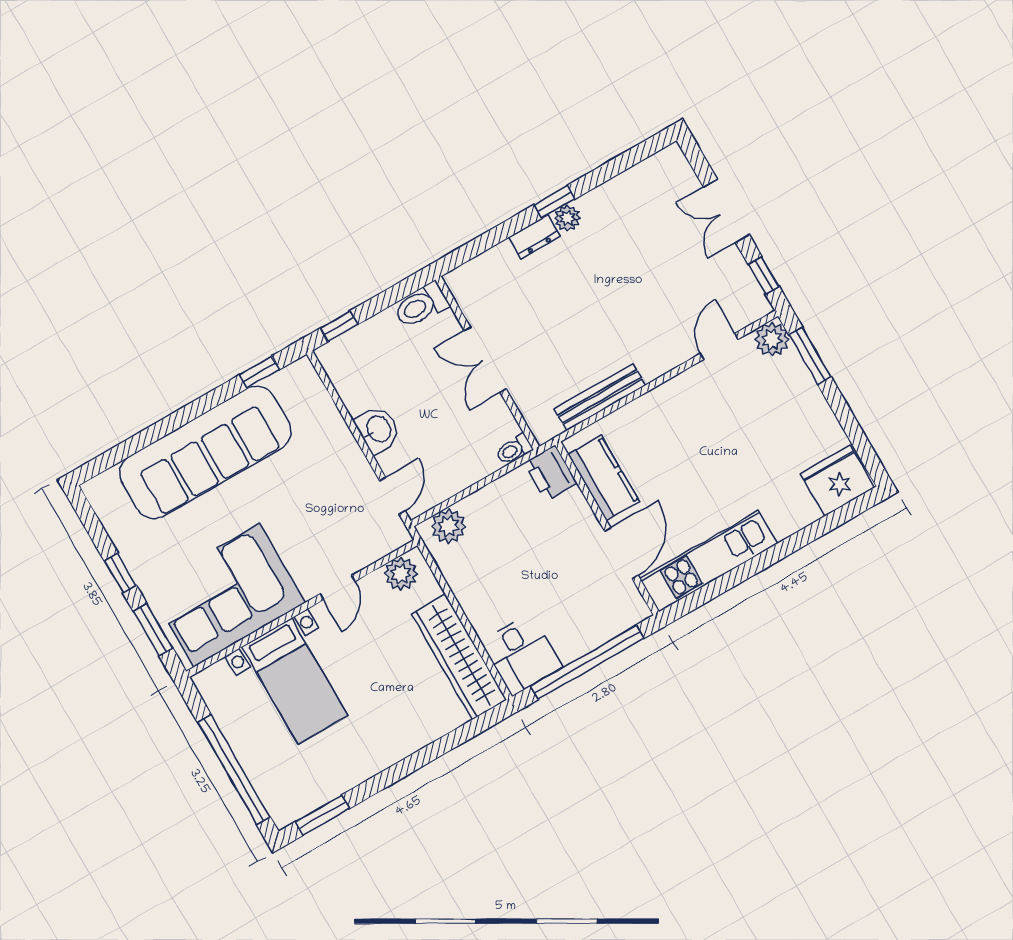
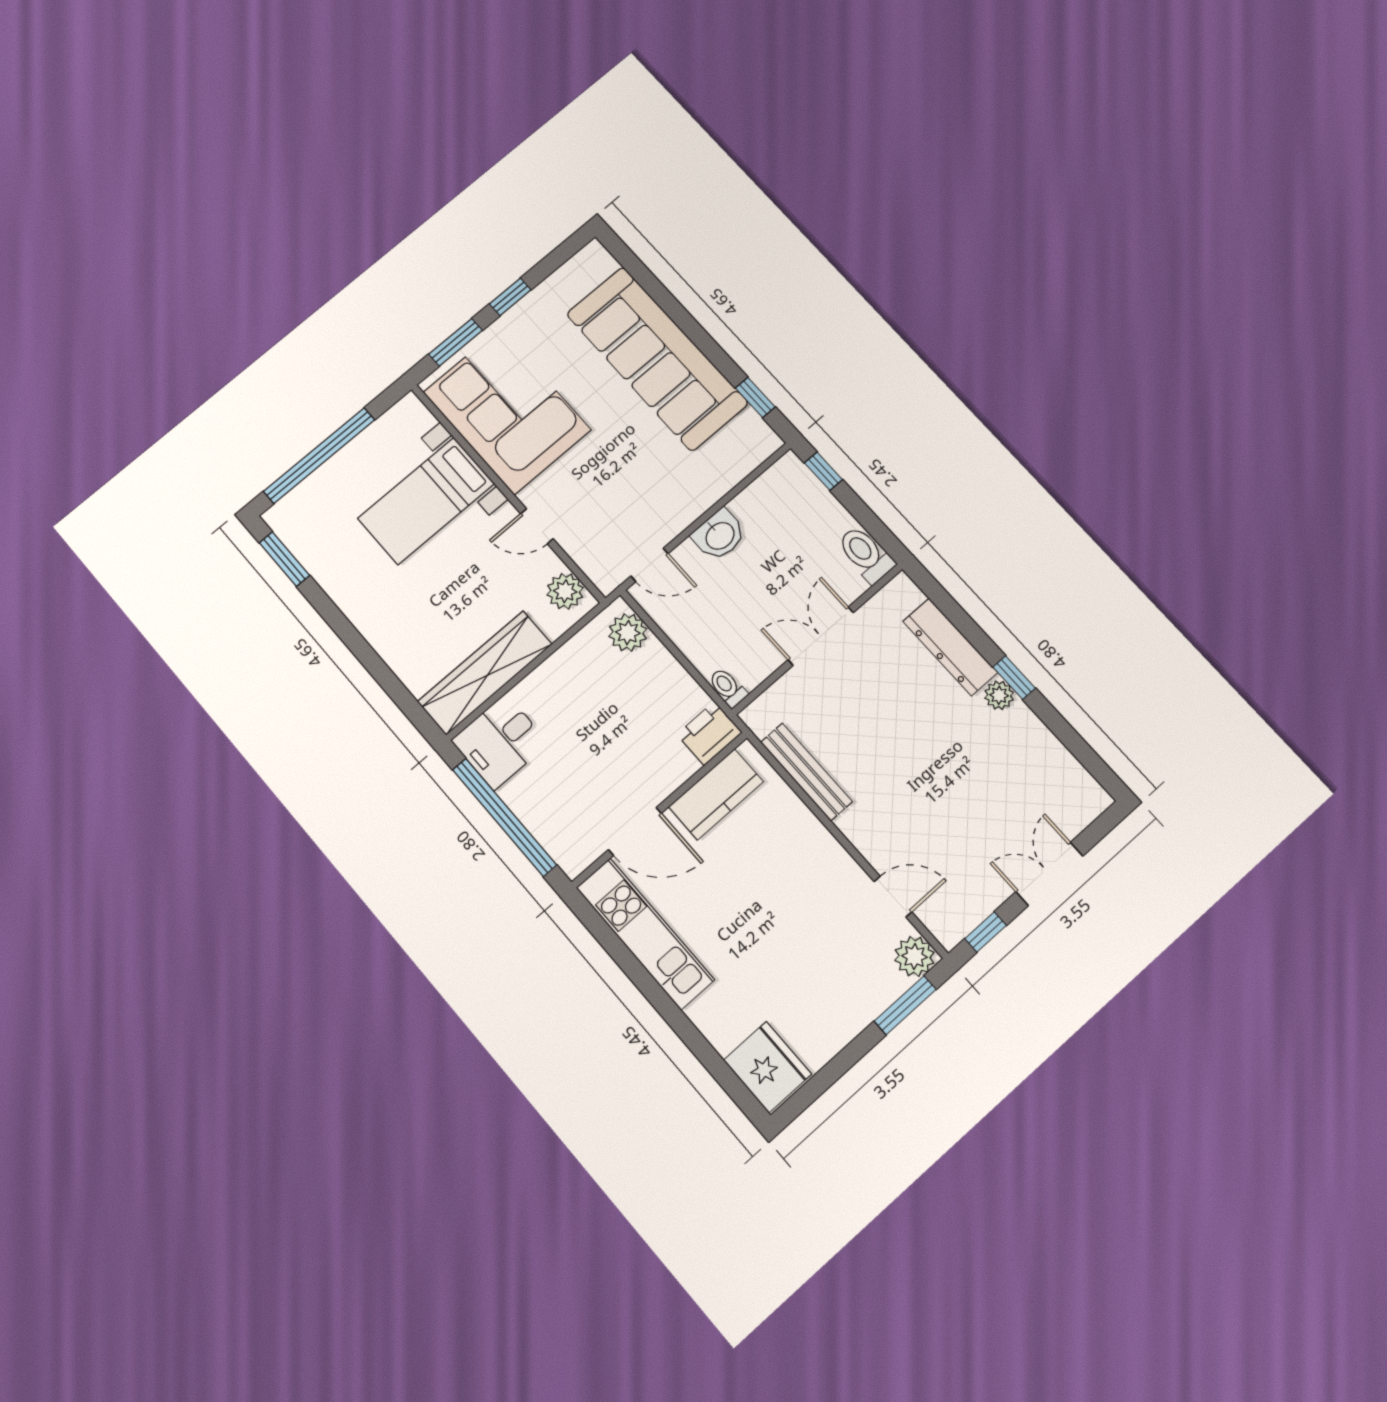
dresser: (534, 237) -> (950, 647), width x1.96, depth x1.24

